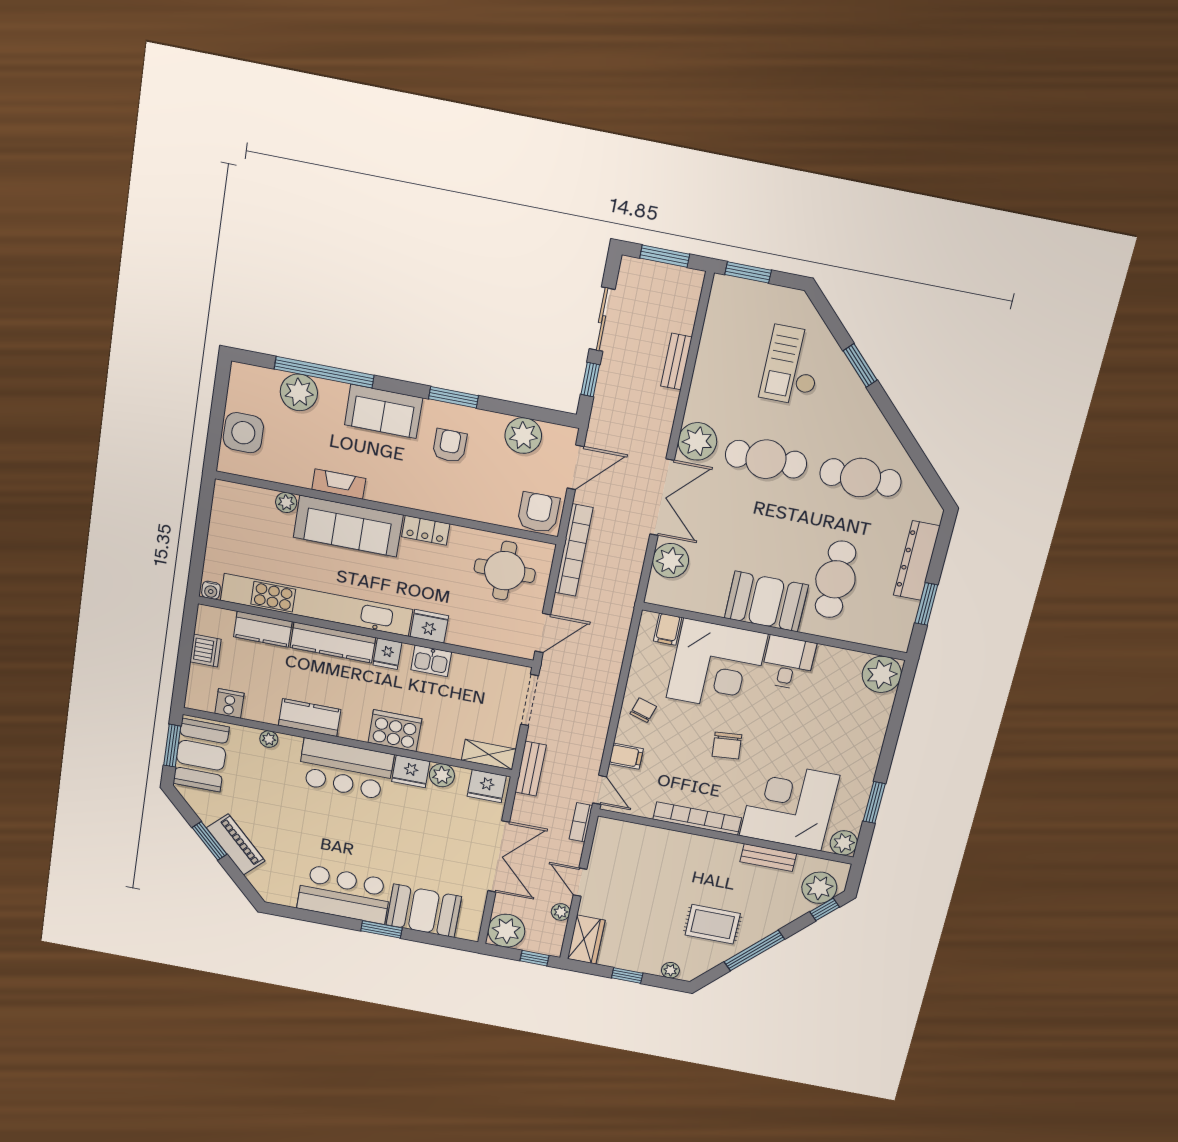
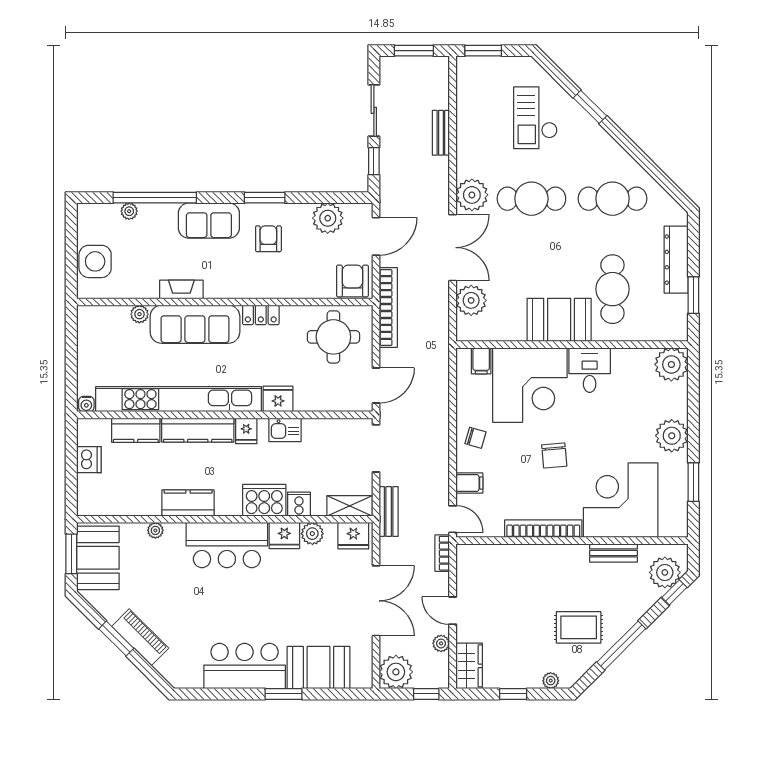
plant: (299, 392) -> (129, 211), width x0.53, depth x0.53
cooker: (229, 703) -> (299, 504), moved
chair: (643, 710) -> (475, 438), turned 89
plant: (844, 843) -> (672, 436), moved, width x1.36, depth x1.36

